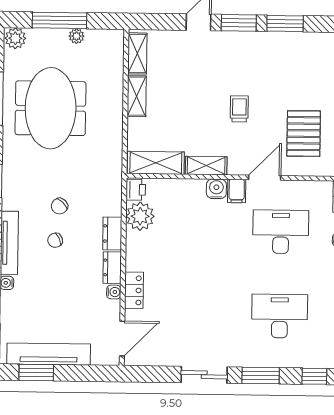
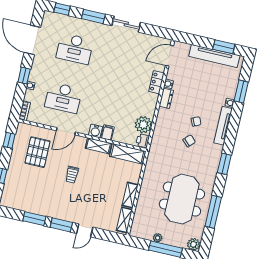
filing cabinet: (237, 191) -> (107, 133), moved
dresser: (112, 234) -> (162, 118), removed

